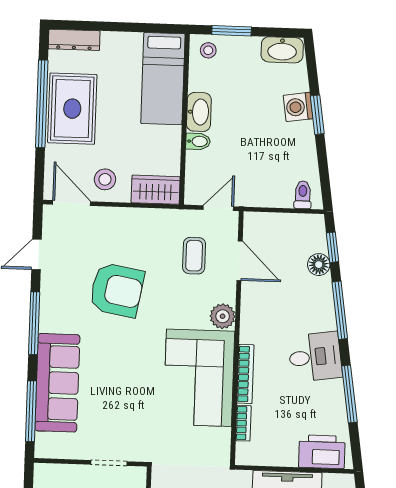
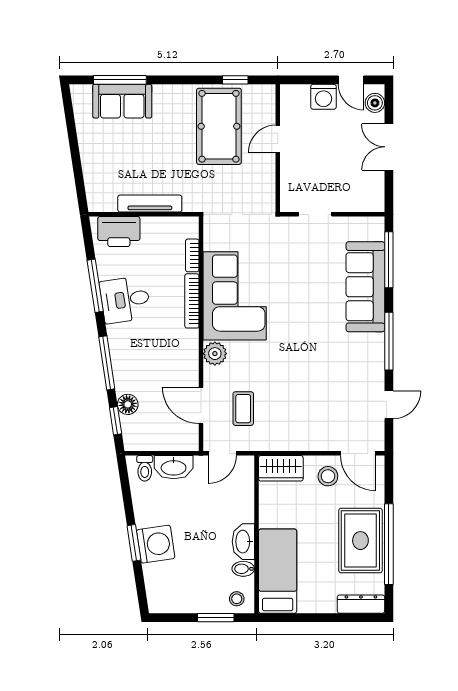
washbasin: (282, 50) -> (174, 467), moved, turned 180
washing machine: (298, 107) -> (156, 544), width x1.37, depth x1.37
bidet: (198, 141) -> (243, 569), moved
armchair: (117, 290) -> (314, 374), removed
desk: (315, 357) -> (125, 300), moved

